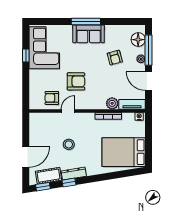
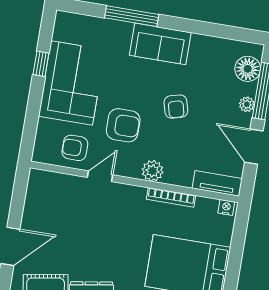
window: (86, 22) -> (132, 16), moved
corner sofa: (44, 48) -> (72, 83), moved
armchair: (115, 58) -> (176, 107), moved
plant: (112, 103) -> (153, 171), moved
stool: (69, 144) -> (91, 236), removed

